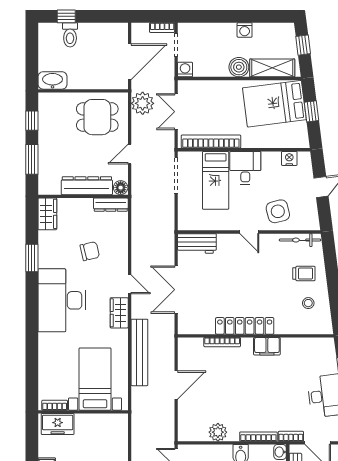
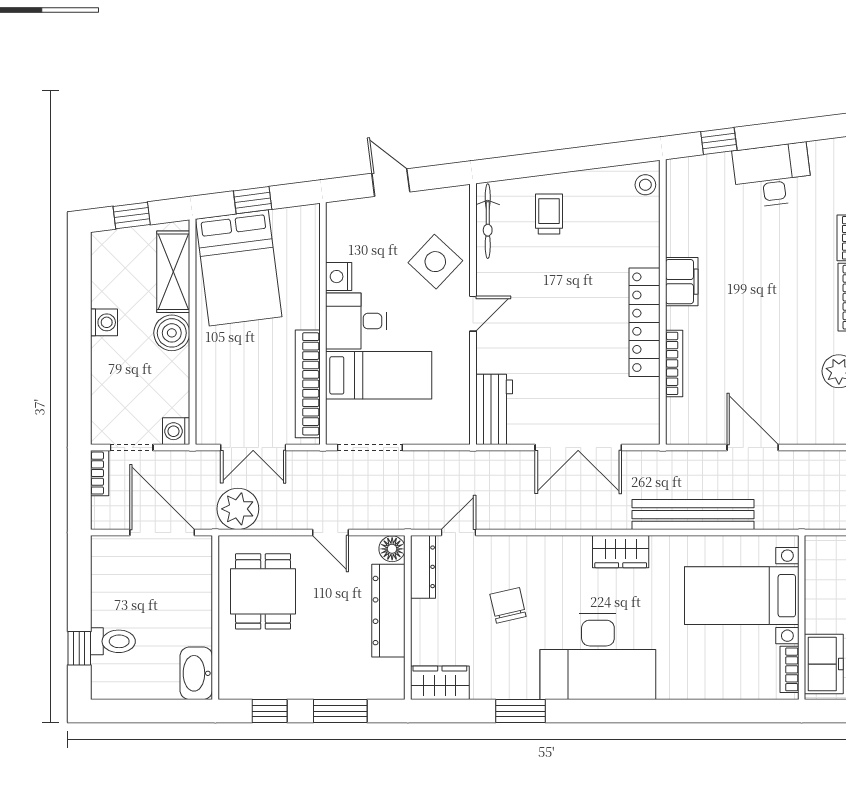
nightstand: (289, 158) -> (339, 277), moved
side table: (278, 211) -> (435, 262), turned -33
door: (130, 284) -> (458, 533), moved
stool: (308, 303) -> (645, 185), moved

